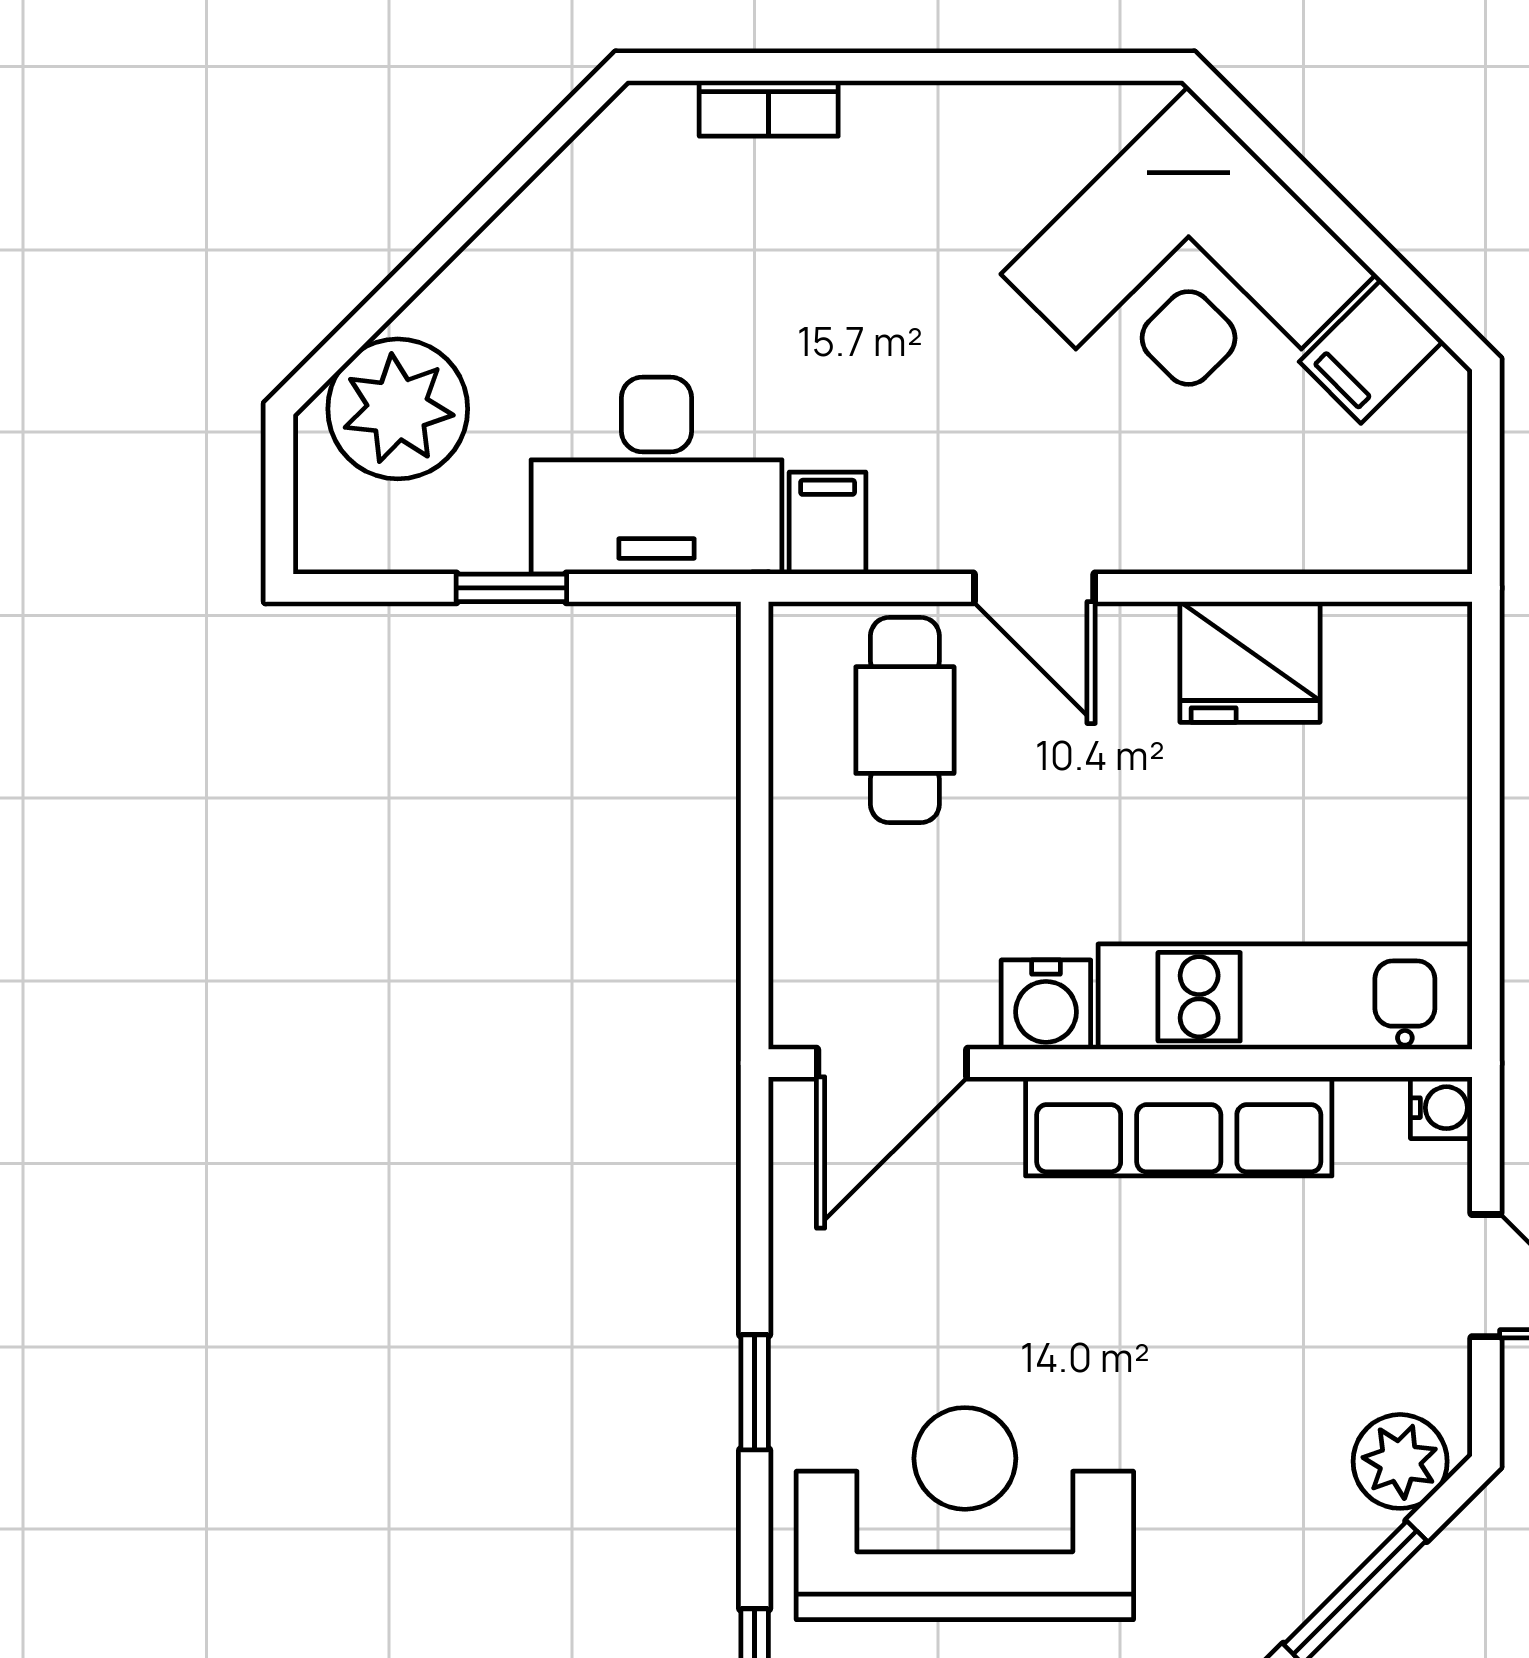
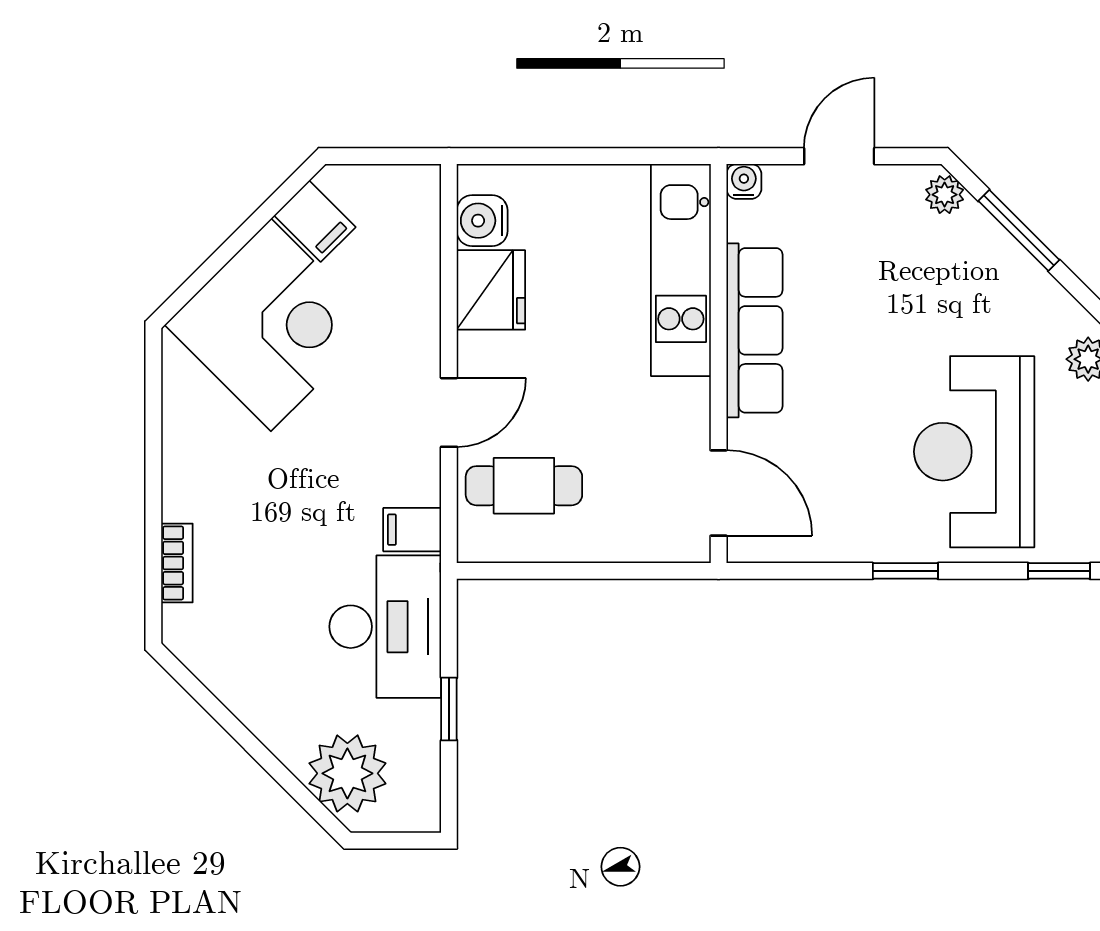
water cooler: (1046, 1005) -> (482, 221), moved, turned 180
plant: (1400, 1461) -> (945, 195), width x0.73, depth x0.73

